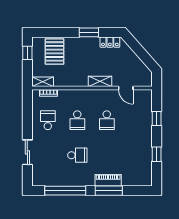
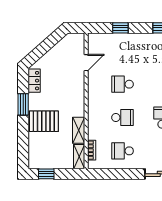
pallet: (54, 51) -> (44, 121), moved
shelving: (100, 81) -> (79, 130), moved
school desk: (107, 120) -> (123, 84), turned 180

